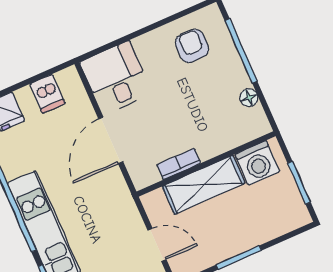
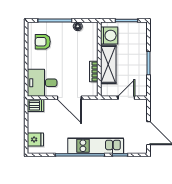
dishwasher: (47, 94) -> (35, 105), moved

